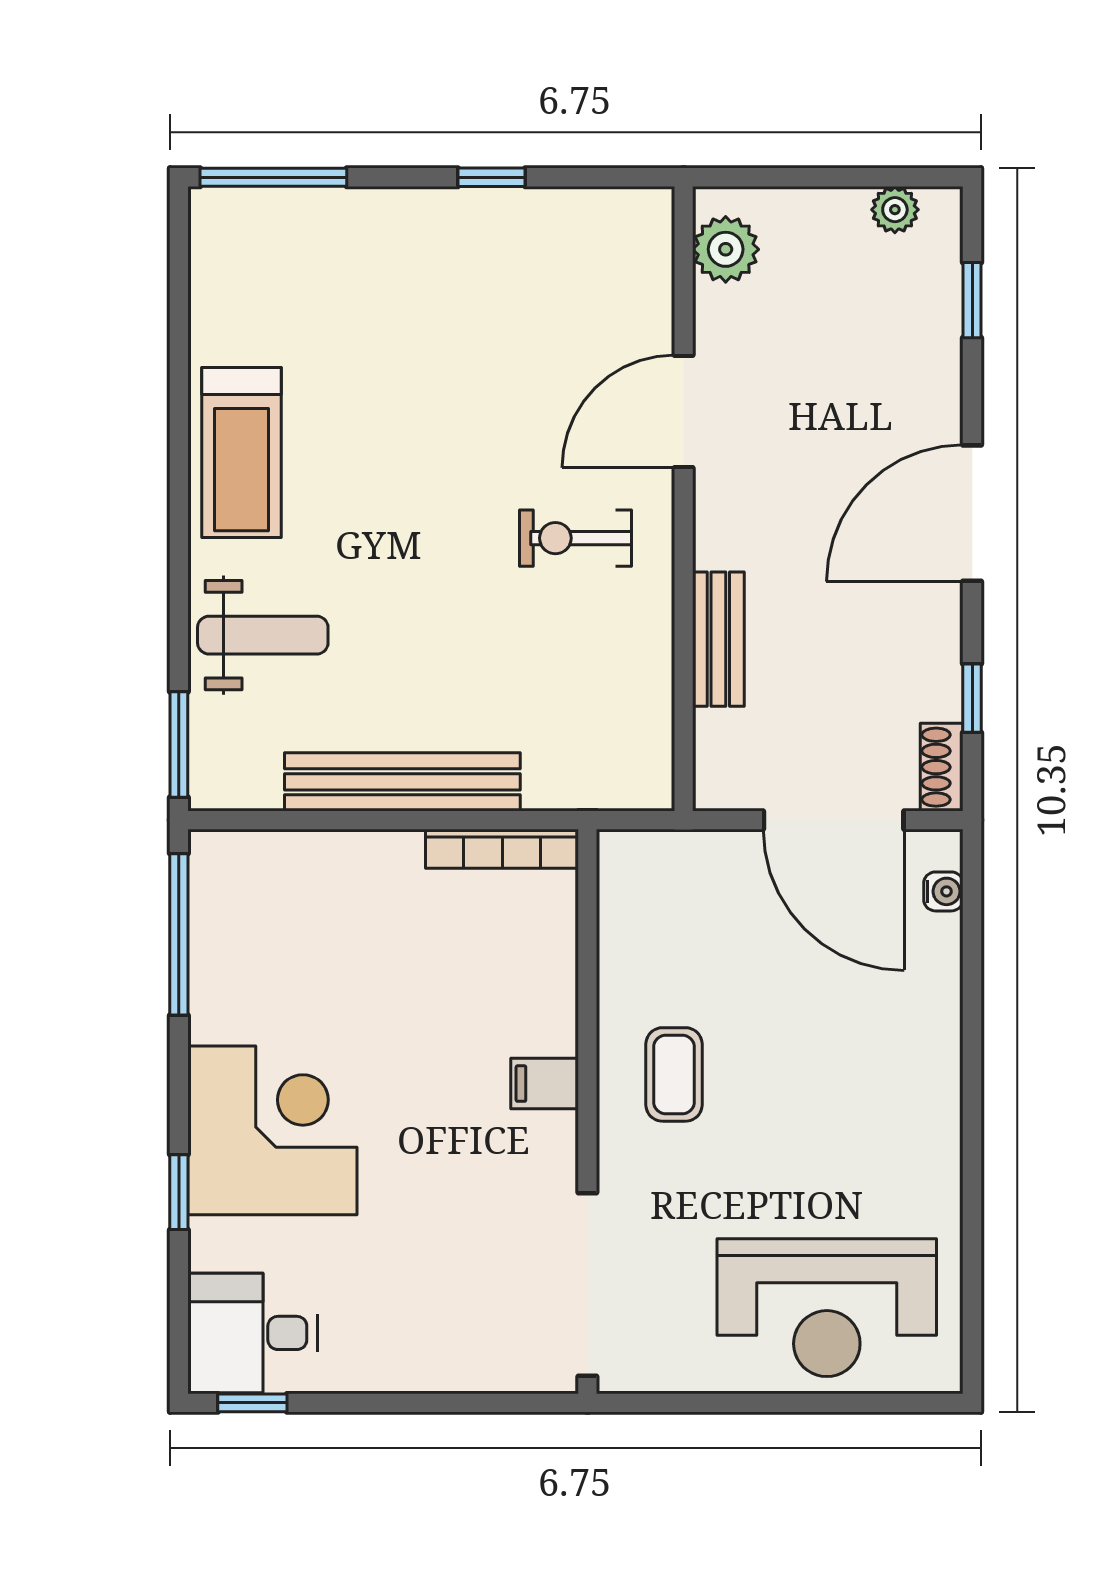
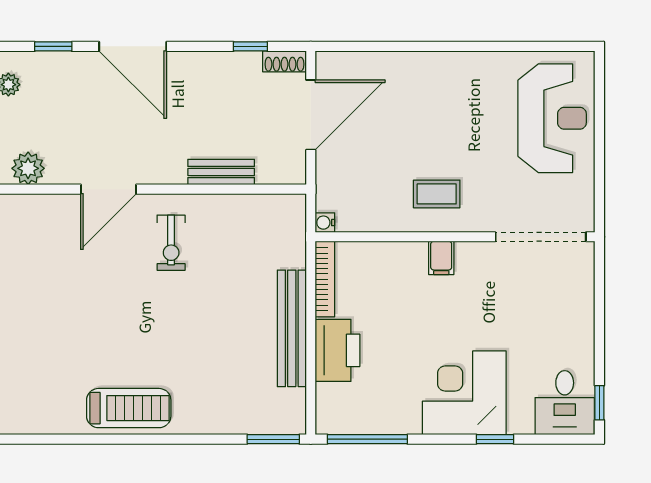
door: (684, 412) -> (108, 189), hinge flipped
door: (972, 513) -> (133, 46), moved
weight bench: (263, 635) -> (219, 398), removed
printer: (358, 874) -> (338, 350), added
water cooler: (943, 891) -> (325, 223), moved, turned -90

